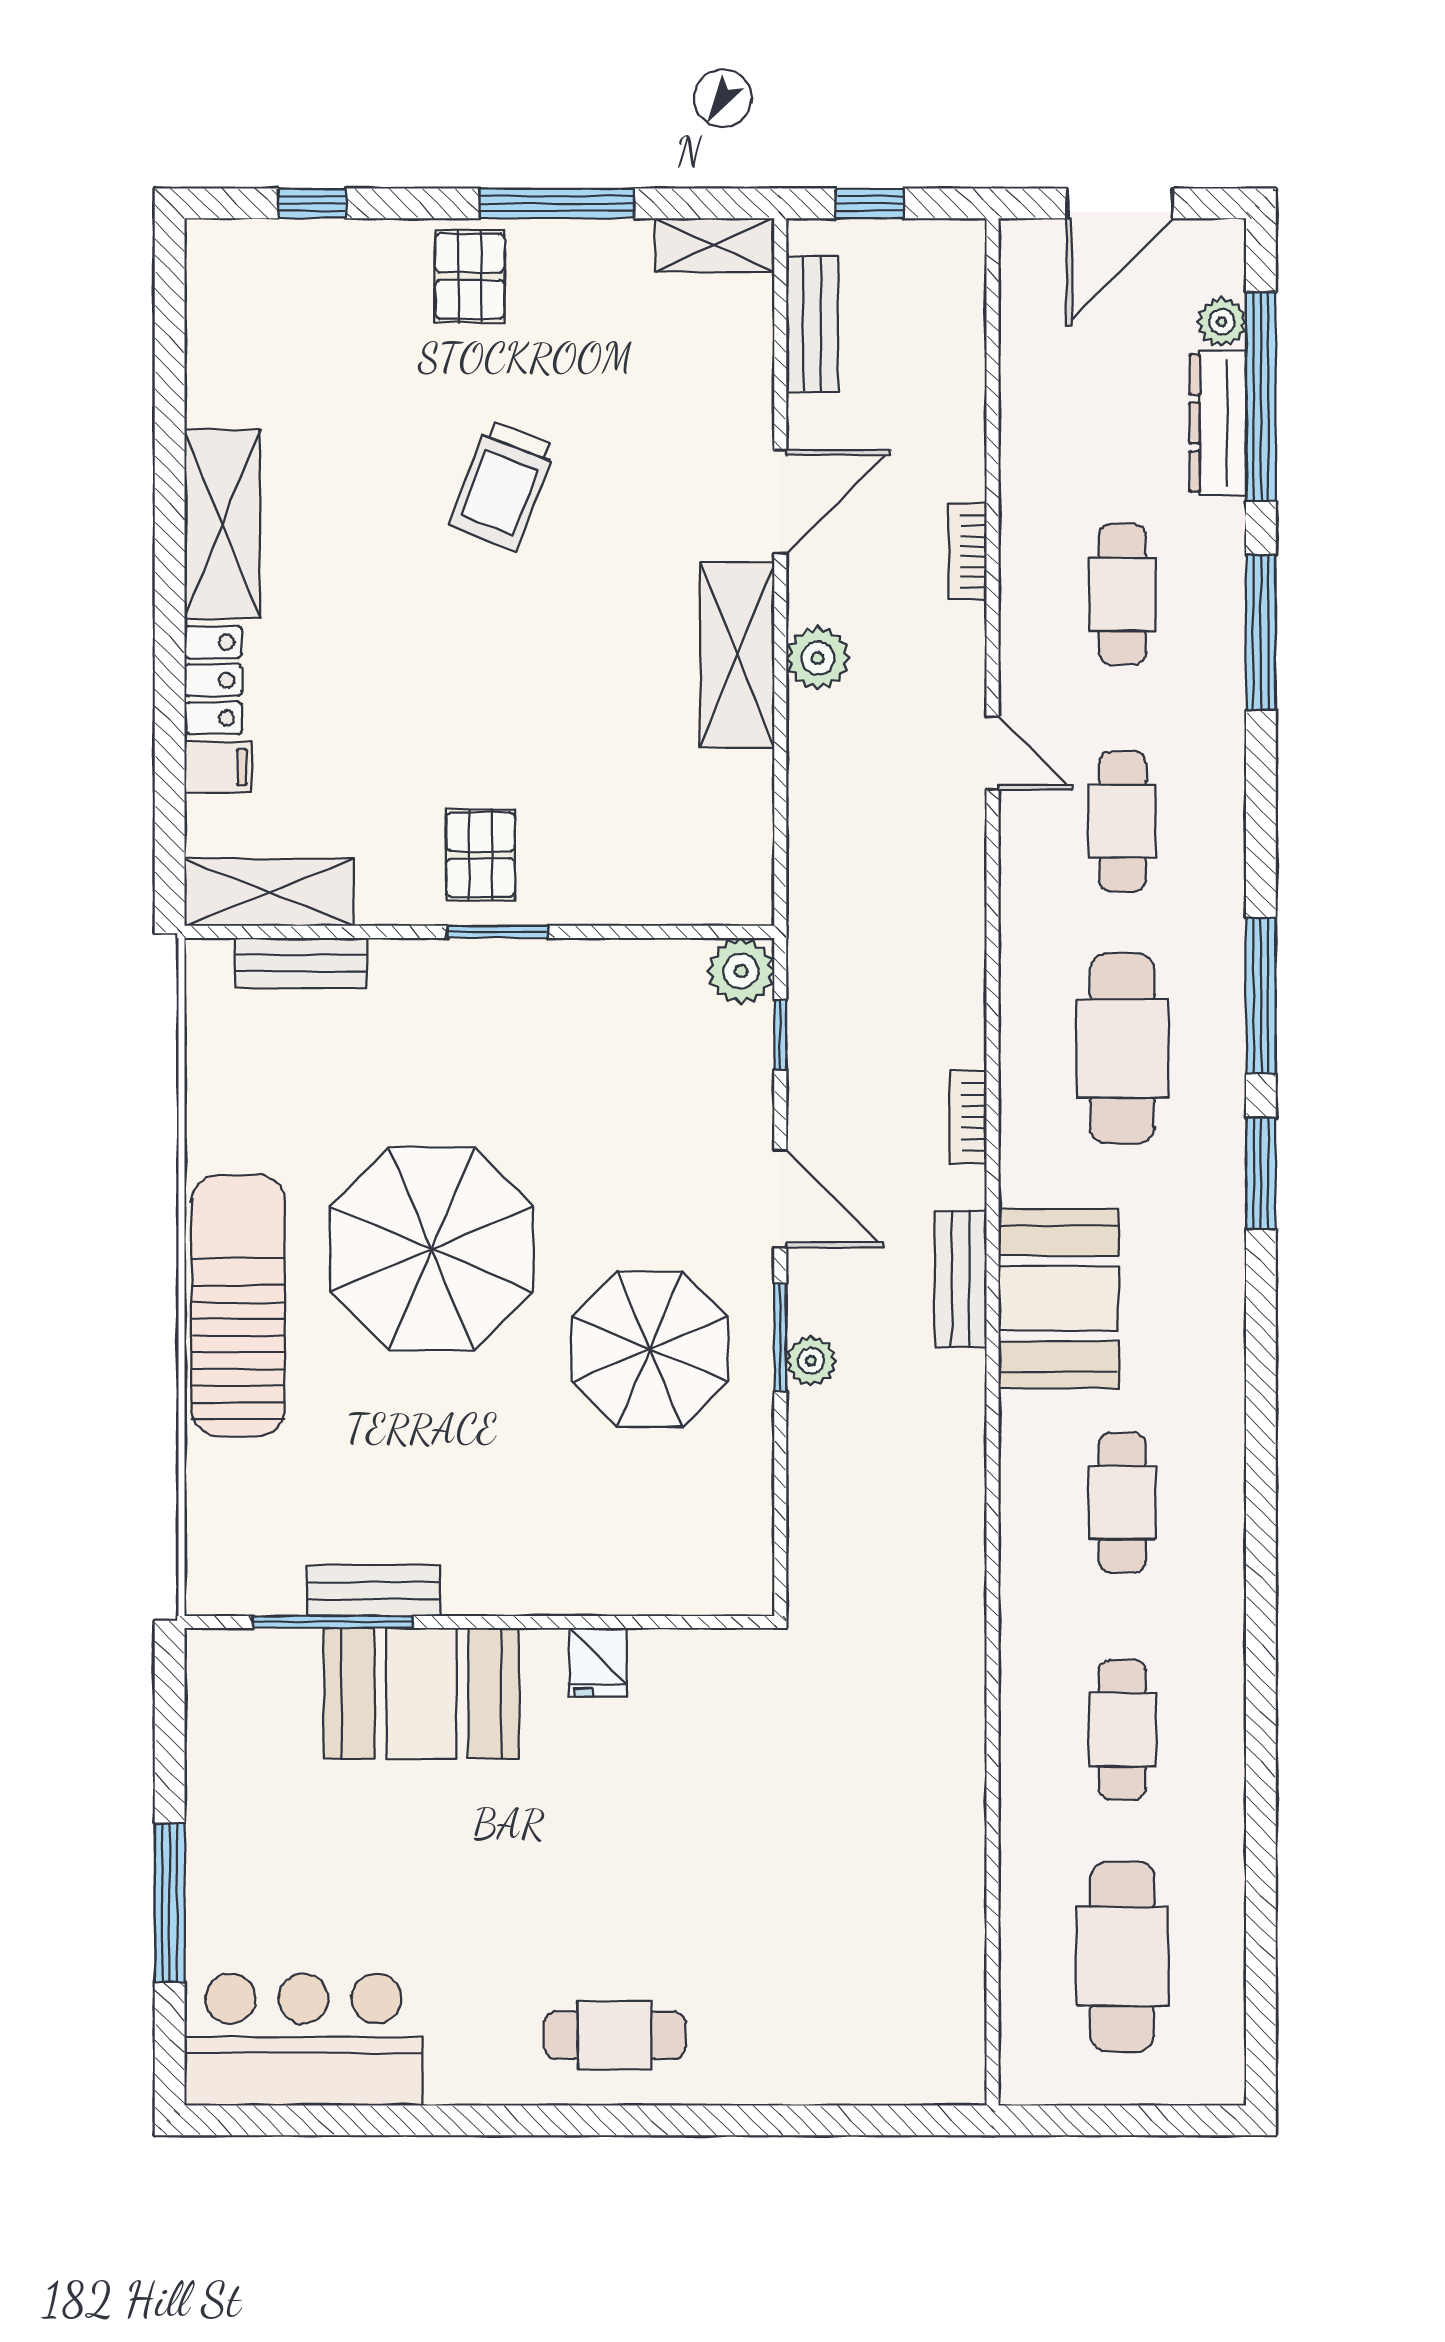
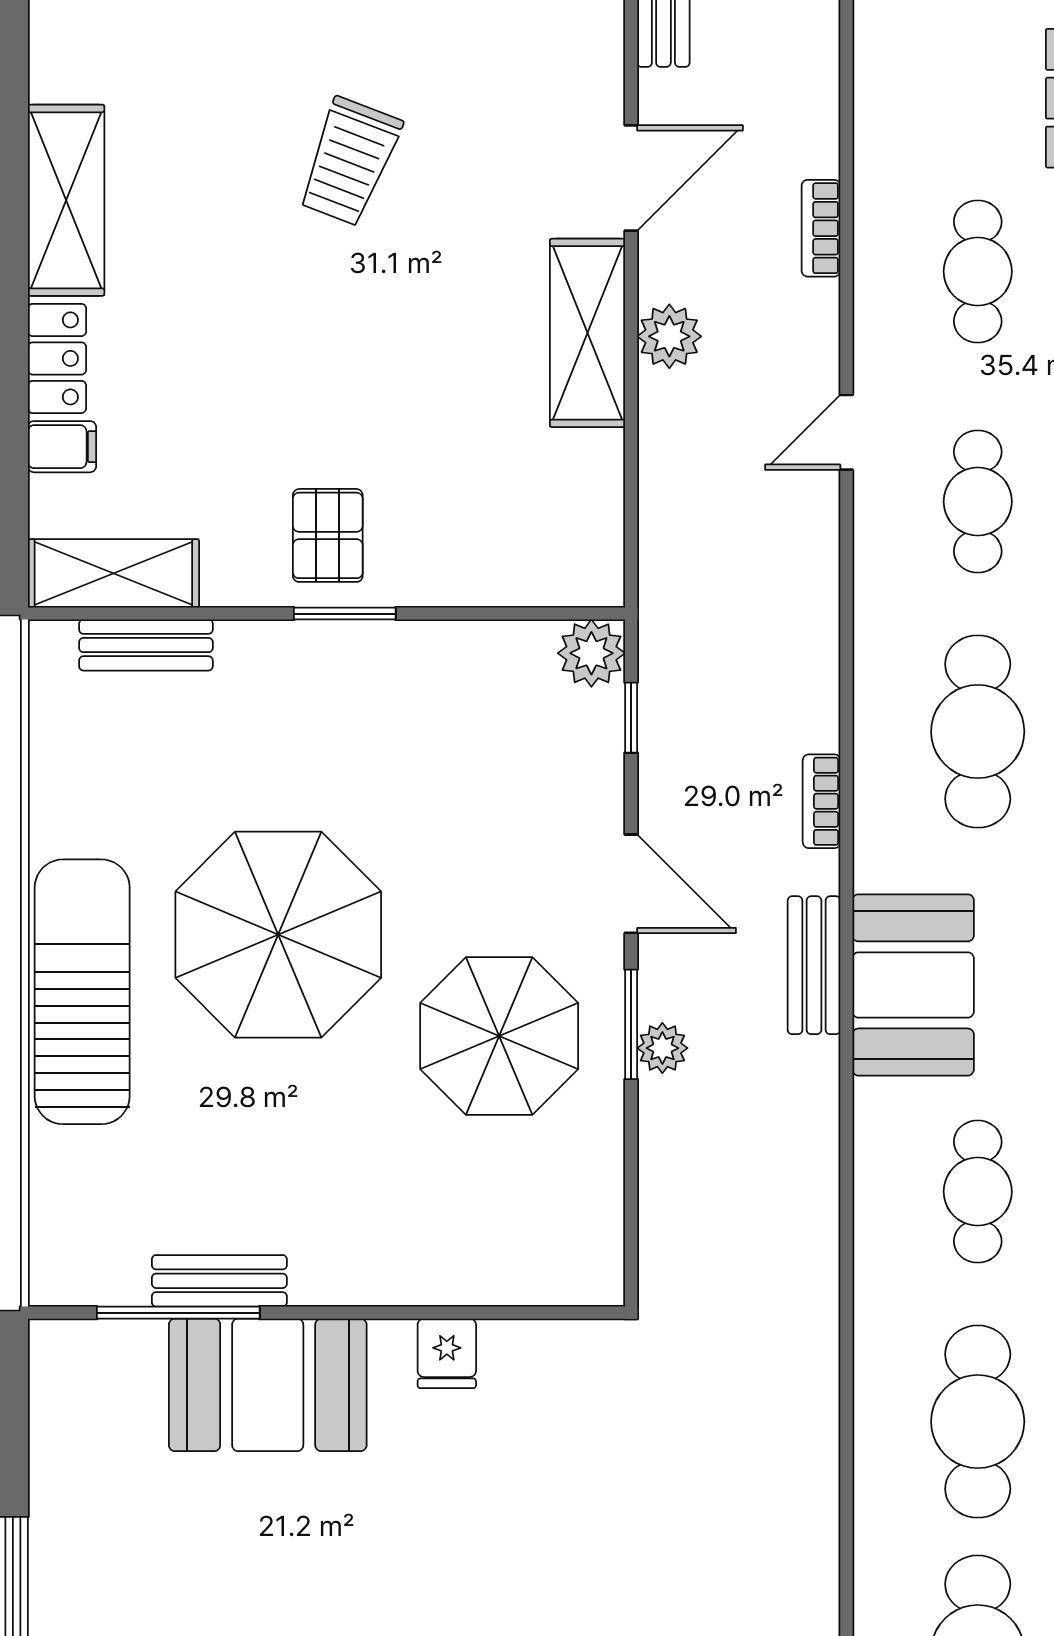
door: (993, 753) -> (846, 432), swing flipped
cafe table: (1122, 1730) -> (978, 1422), width x1.37, depth x1.35

